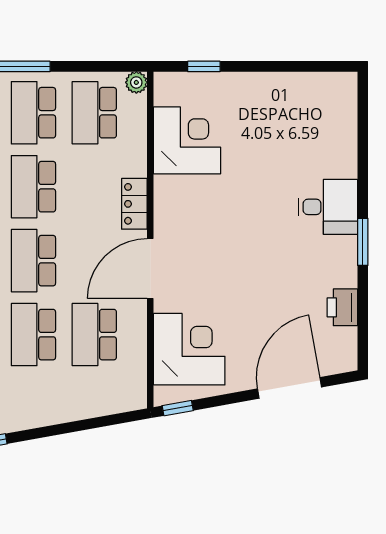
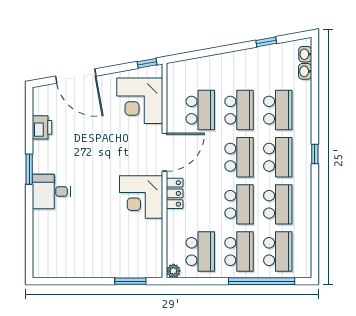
window: (204, 66) -> (130, 281), width x1.50
corner desk: (187, 140) -> (141, 197), moved
door: (290, 388) -> (76, 76), hinge flipped

